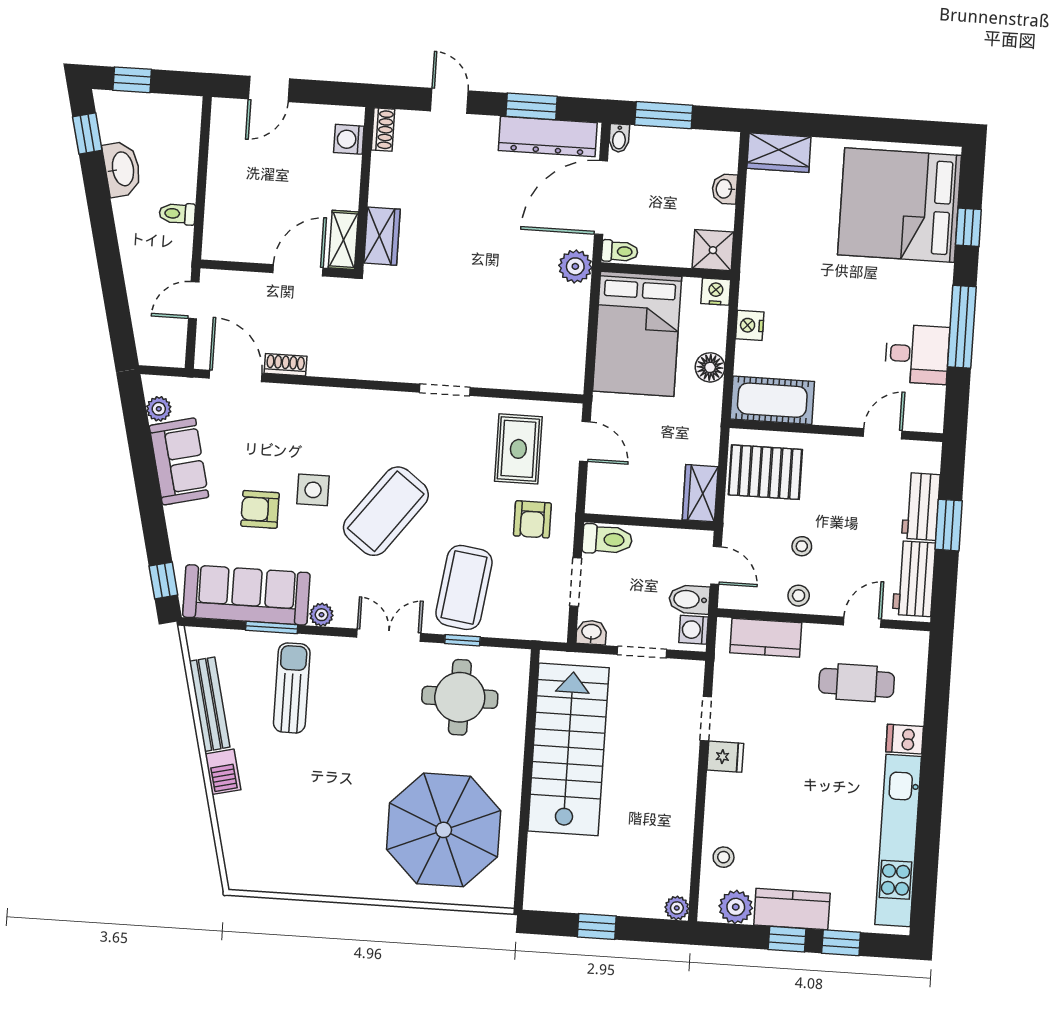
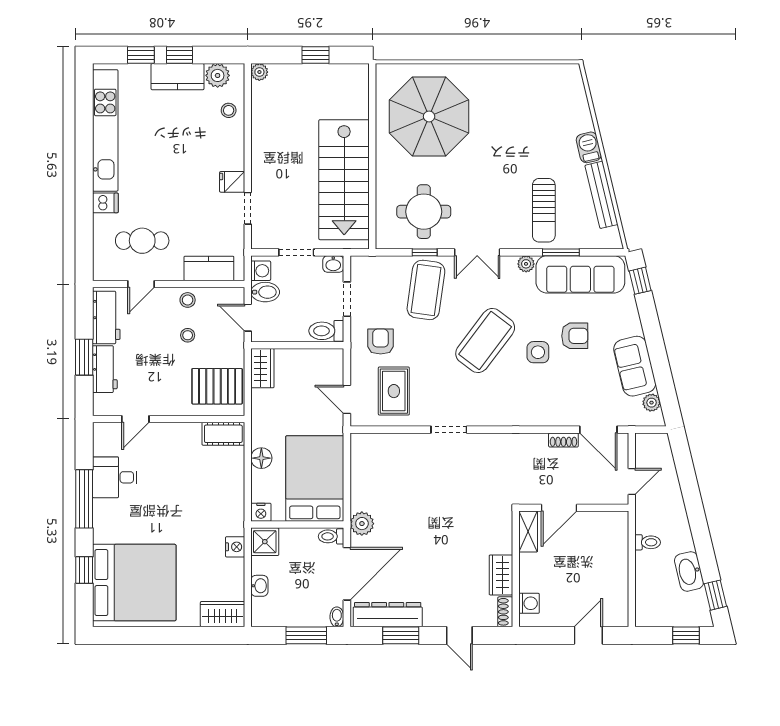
wardrobe: (382, 236) -> (501, 575), moved
nightstand: (750, 325) -> (235, 547), moved
cot: (772, 400) -> (223, 434), width x0.73, depth x0.75

